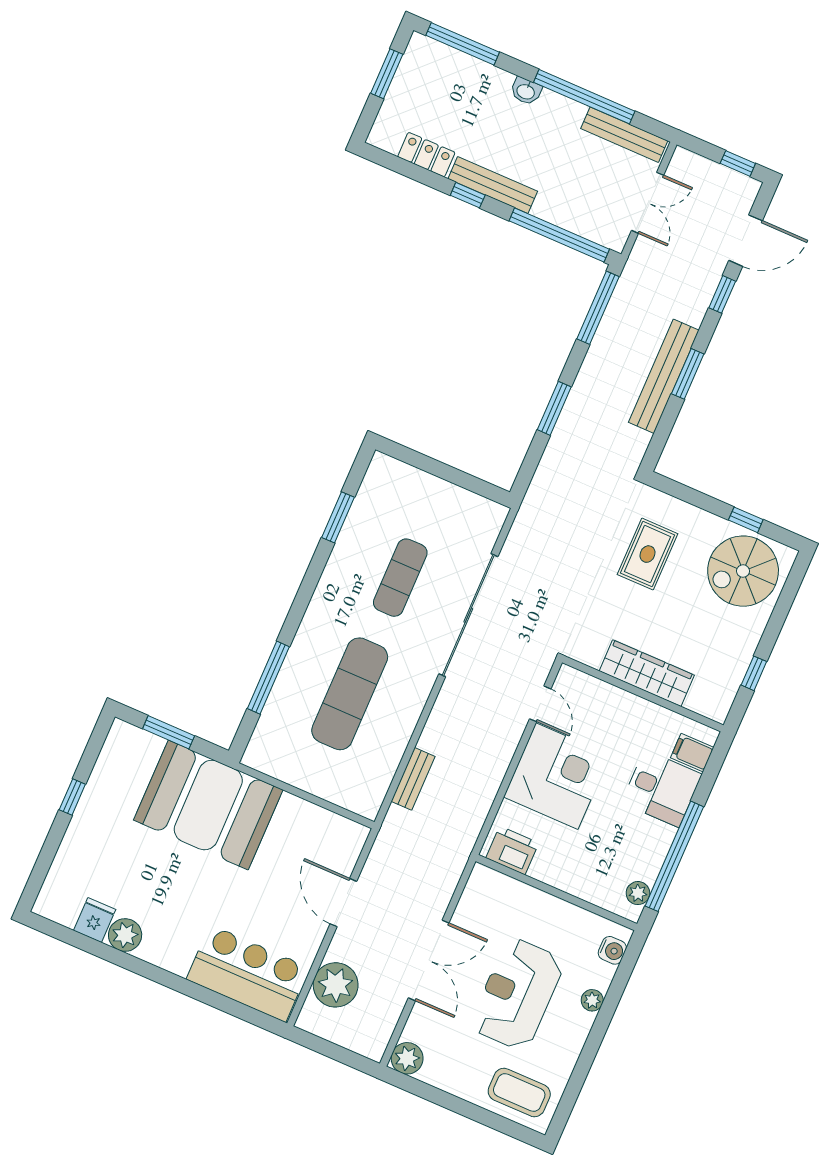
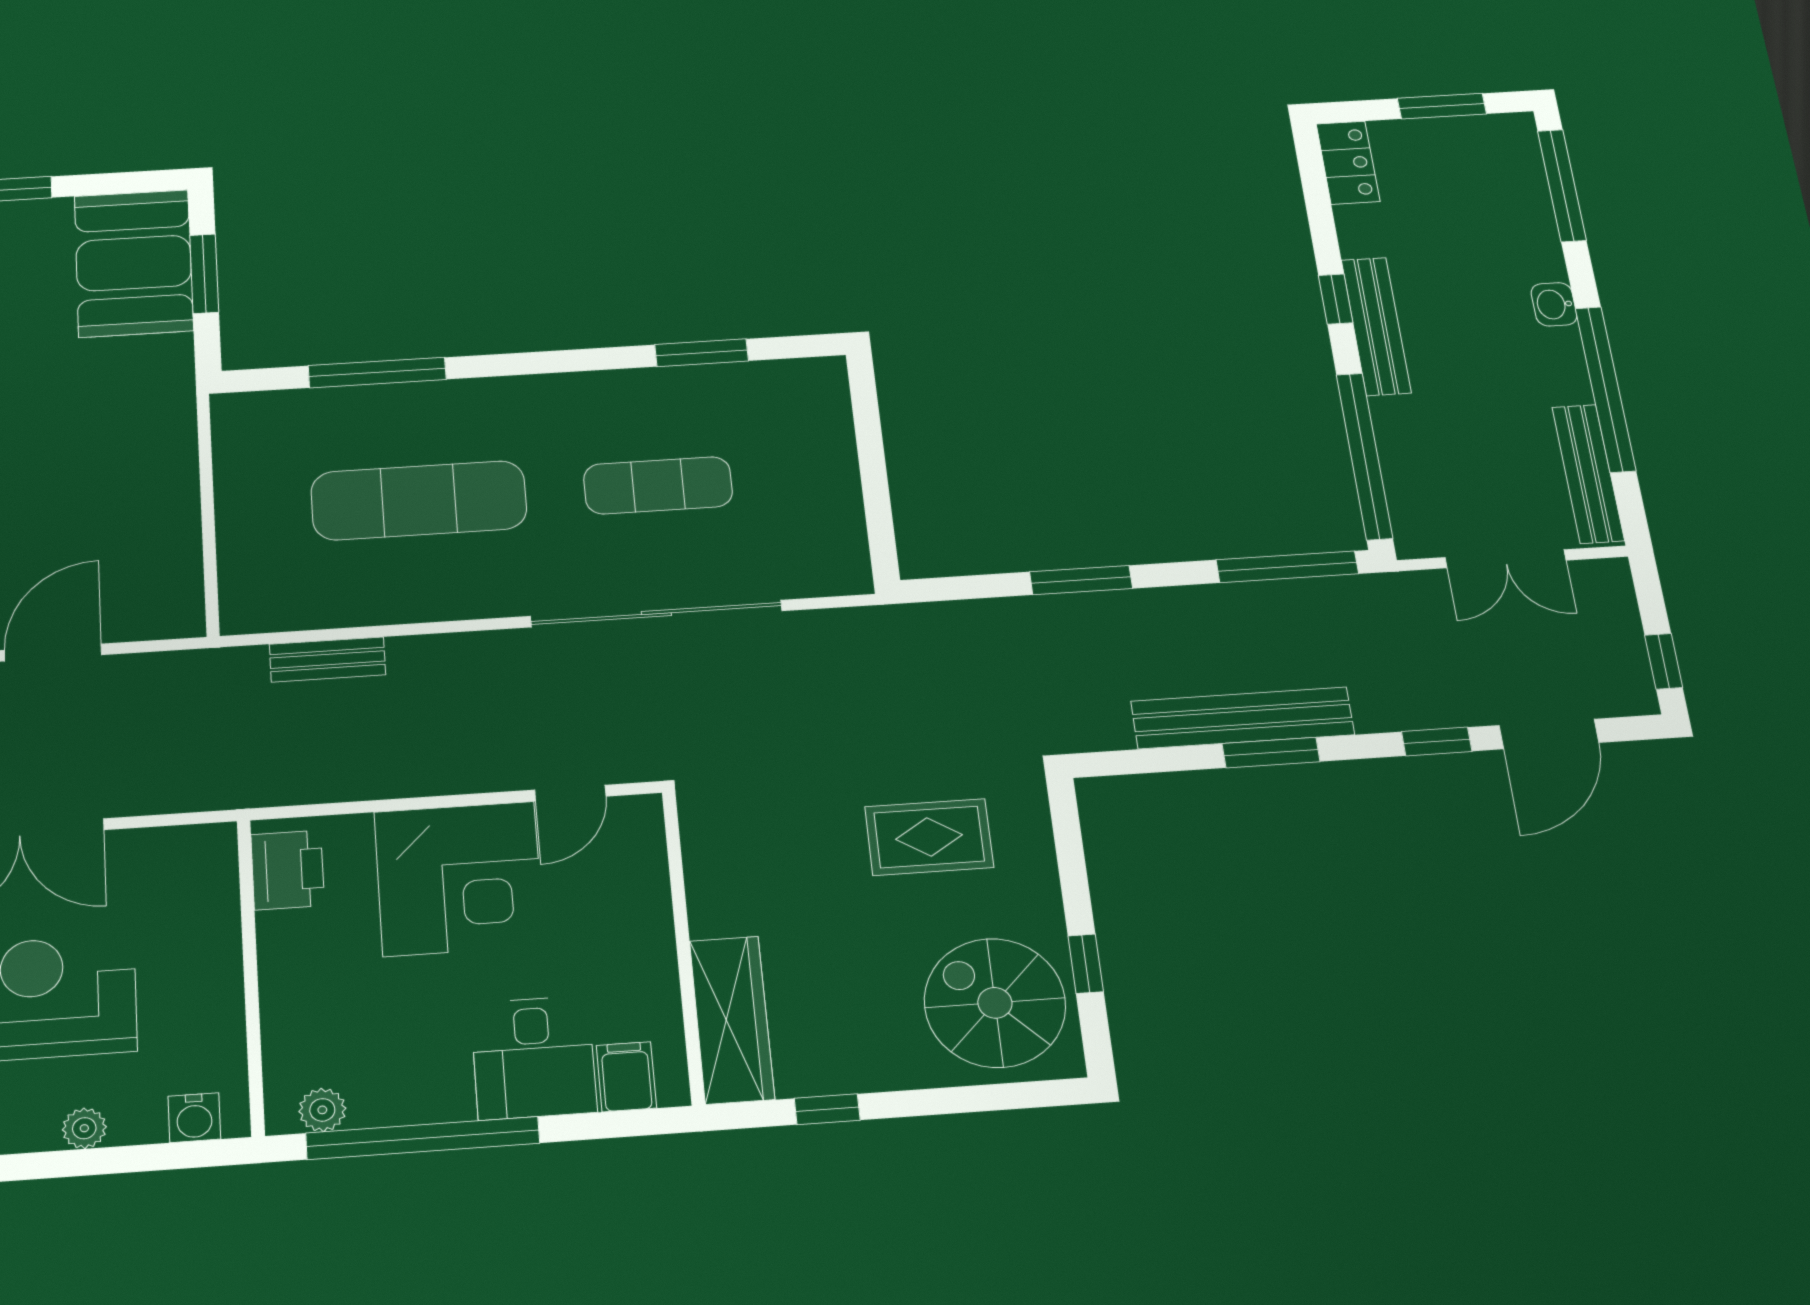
locker: (426, 155) -> (1348, 163), moved
door: (746, 241) -> (1549, 734), hinge flipped
wardrobe: (647, 673) -> (732, 1020), moved
booth: (208, 805) -> (134, 263), moved, width x0.73, depth x0.70

